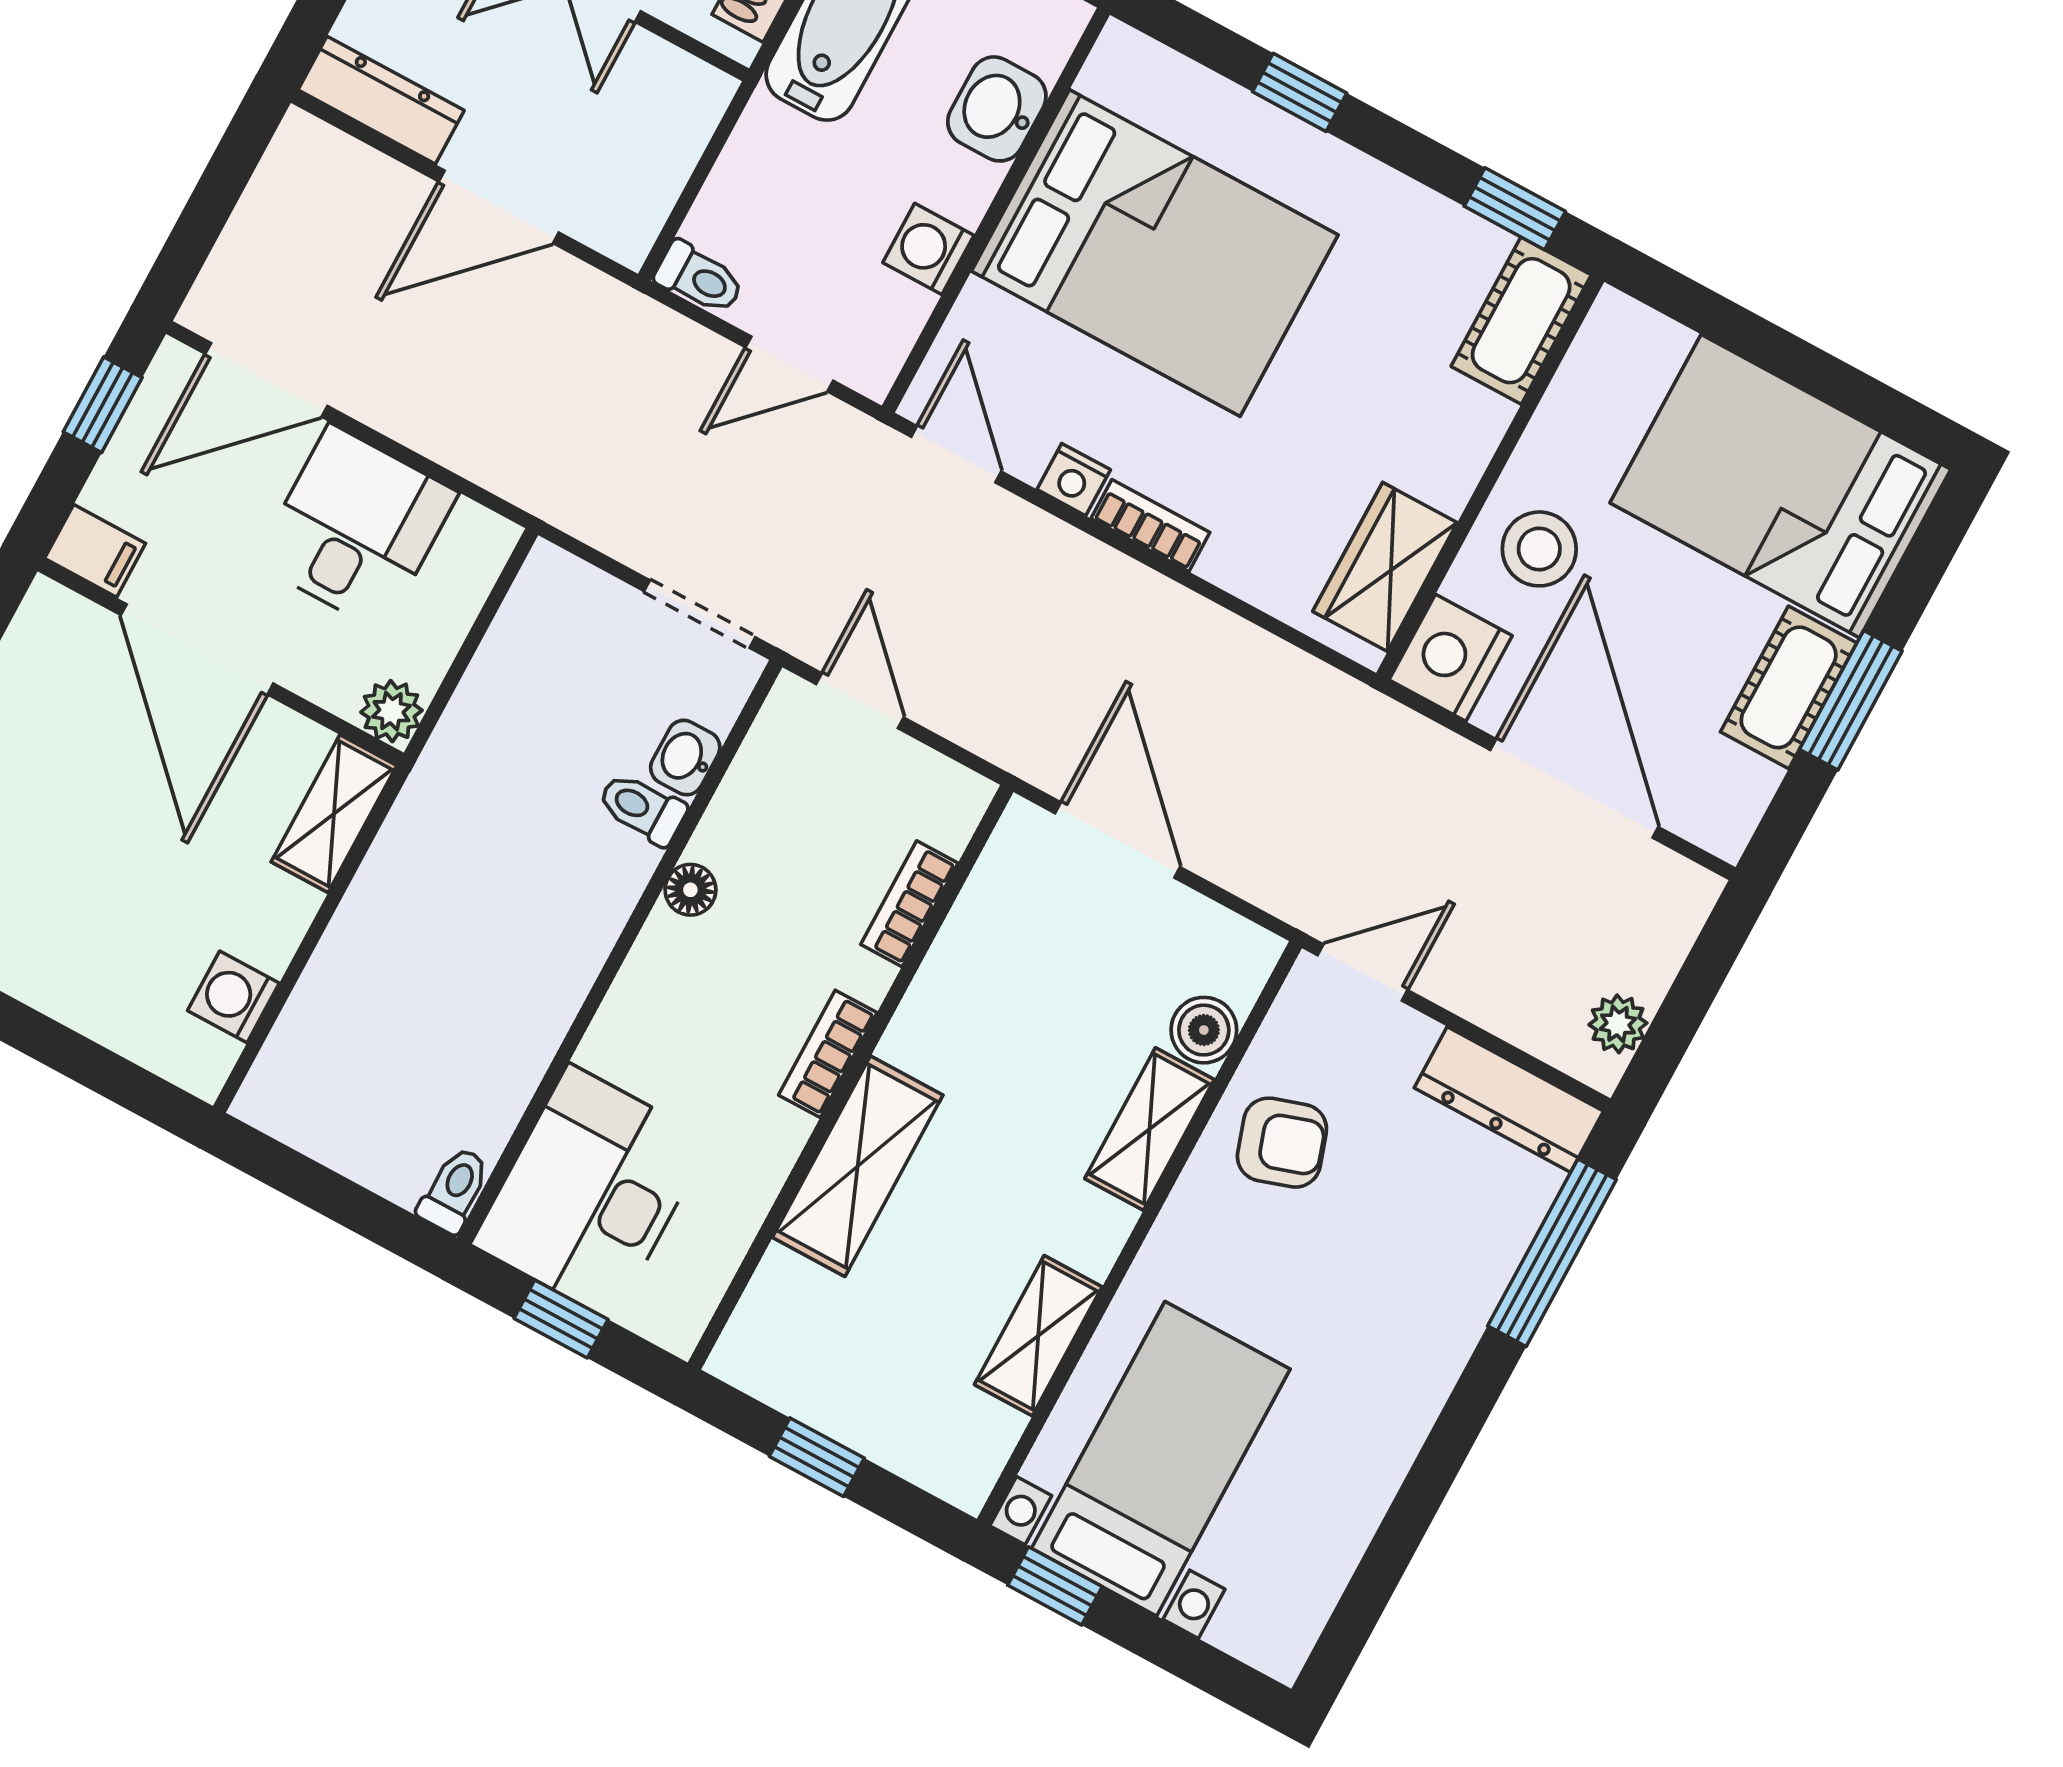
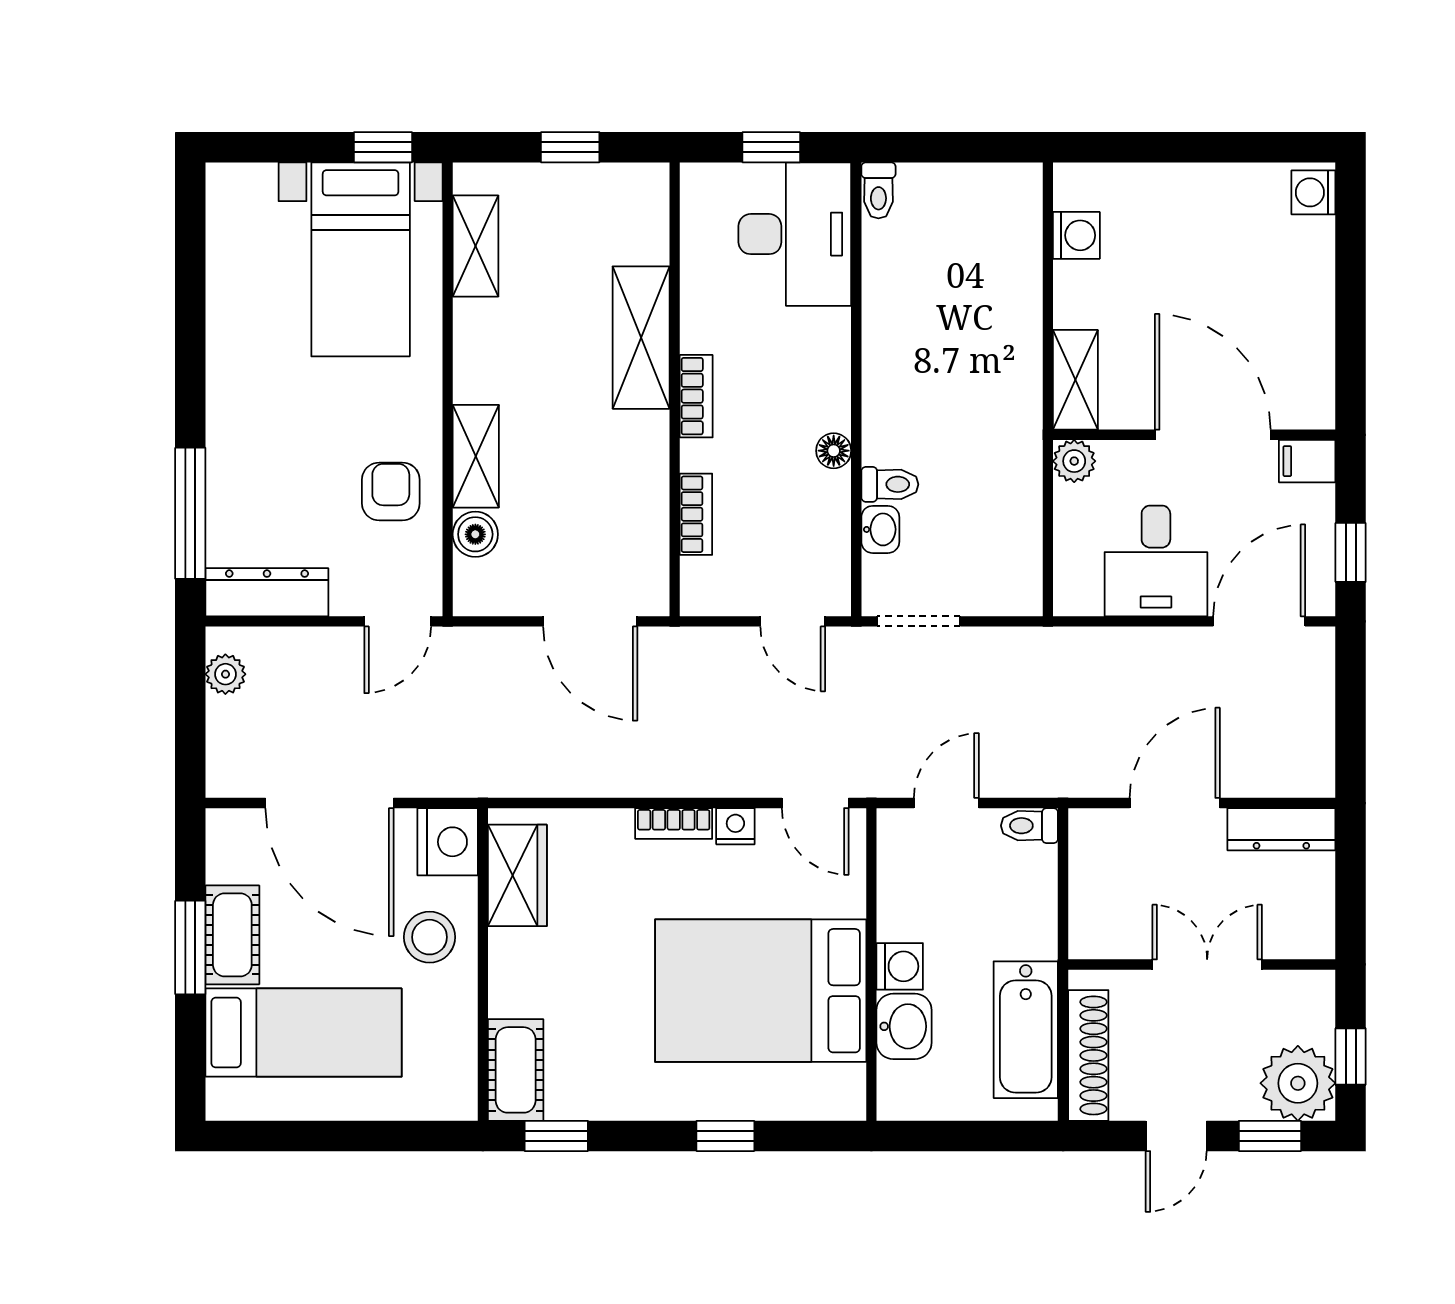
washing machine: (928, 249) -> (900, 966), moved
bed: (1780, 486) -> (304, 1033), width x0.67
armchair: (1282, 1143) -> (391, 491), turned 108
shelving: (1038, 1336) -> (475, 246), moved

